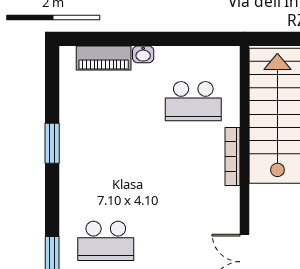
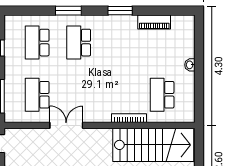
piano: (104, 58) -> (154, 22), moved, turned -90
window: (52, 143) -> (120, 11), moved

